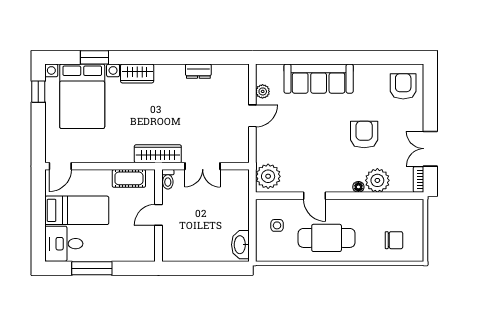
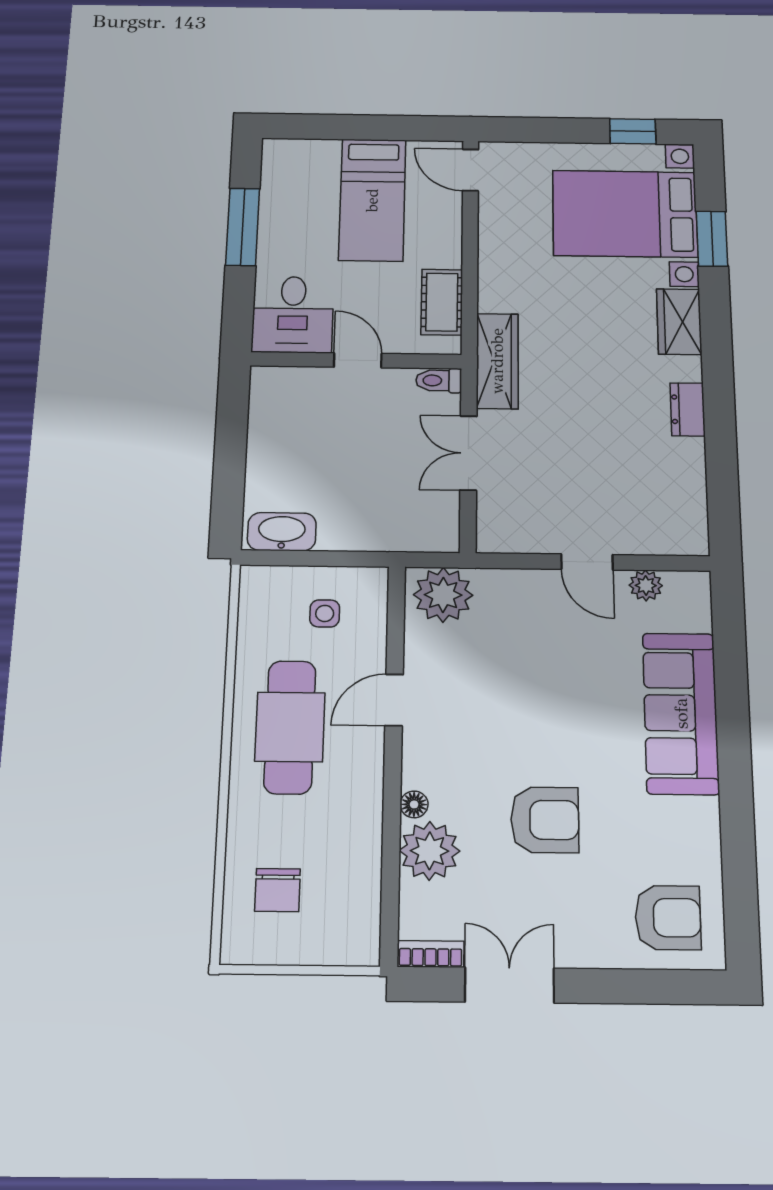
dresser: (198, 71) -> (688, 409), moved
desk: (64, 244) -> (293, 314), moved, turned 180

